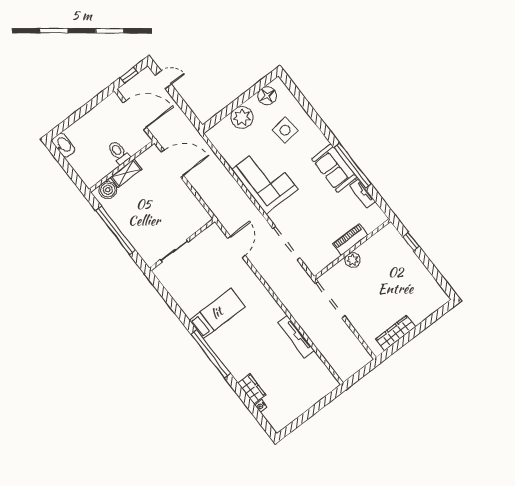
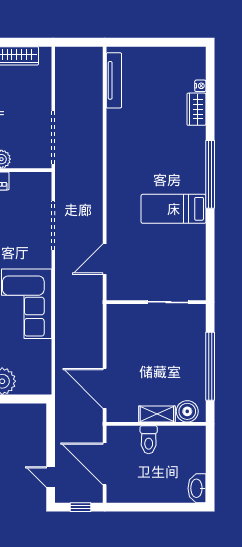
tv unit: (296, 337) -> (114, 80), moved

